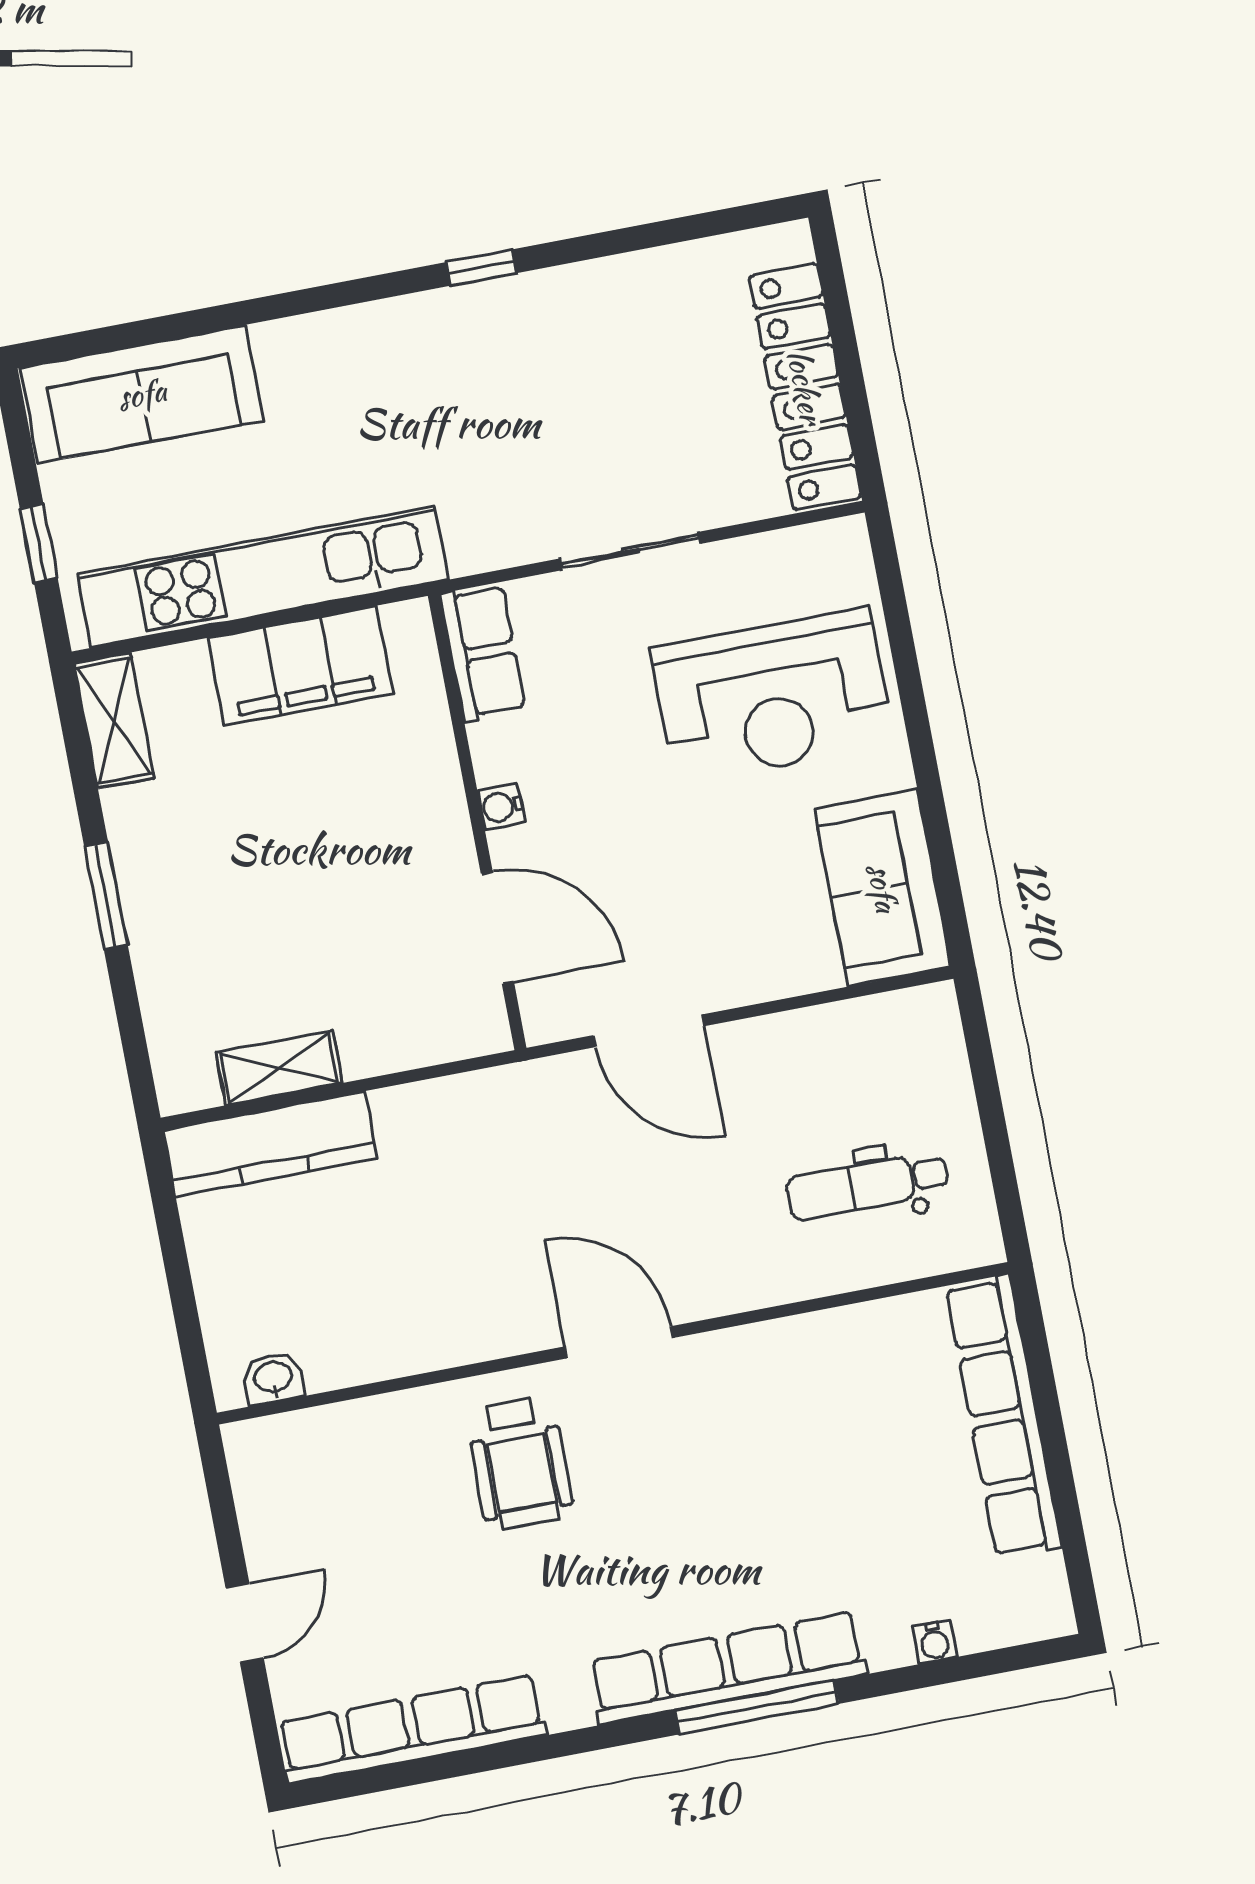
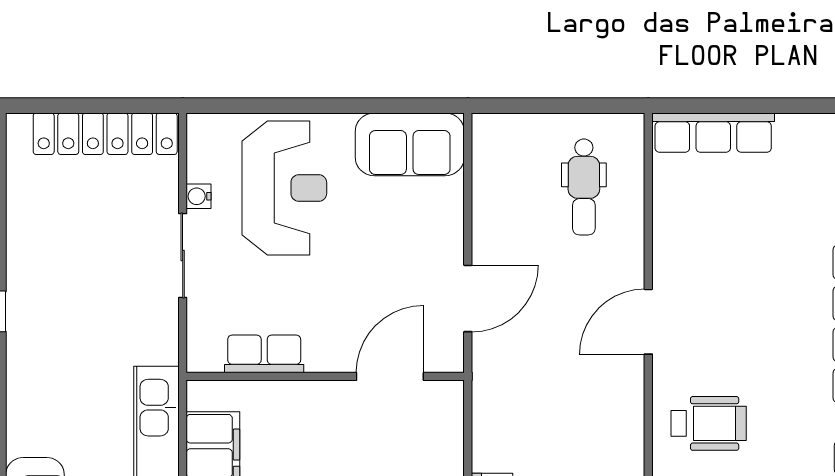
row of seats: (483, 652) -> (264, 354), moved
water cooler: (501, 807) -> (199, 196), moved, turned 90
door: (619, 1342) -> (648, 322), moved
row of seats: (1004, 1417) -> (713, 133), width x0.73

